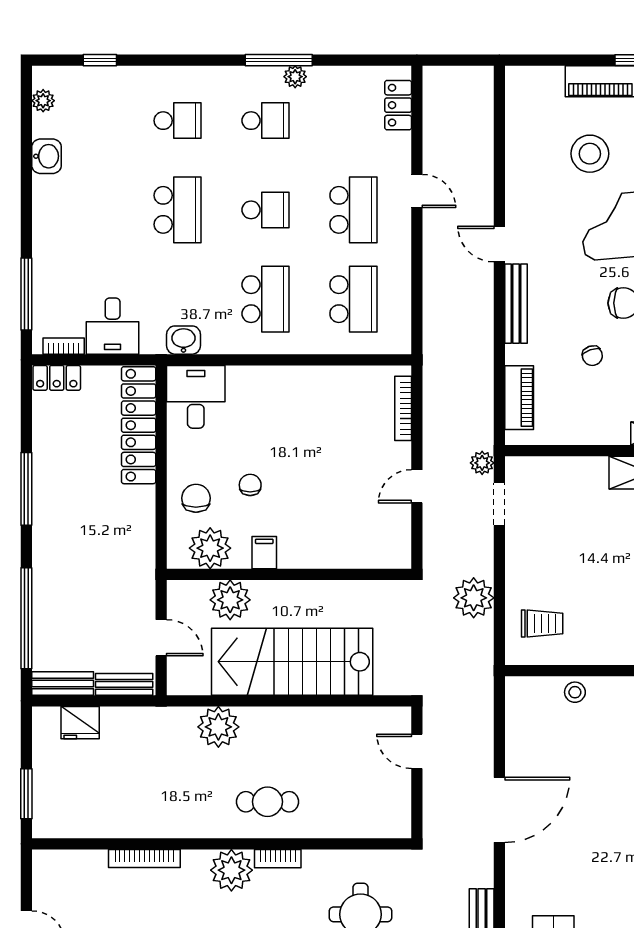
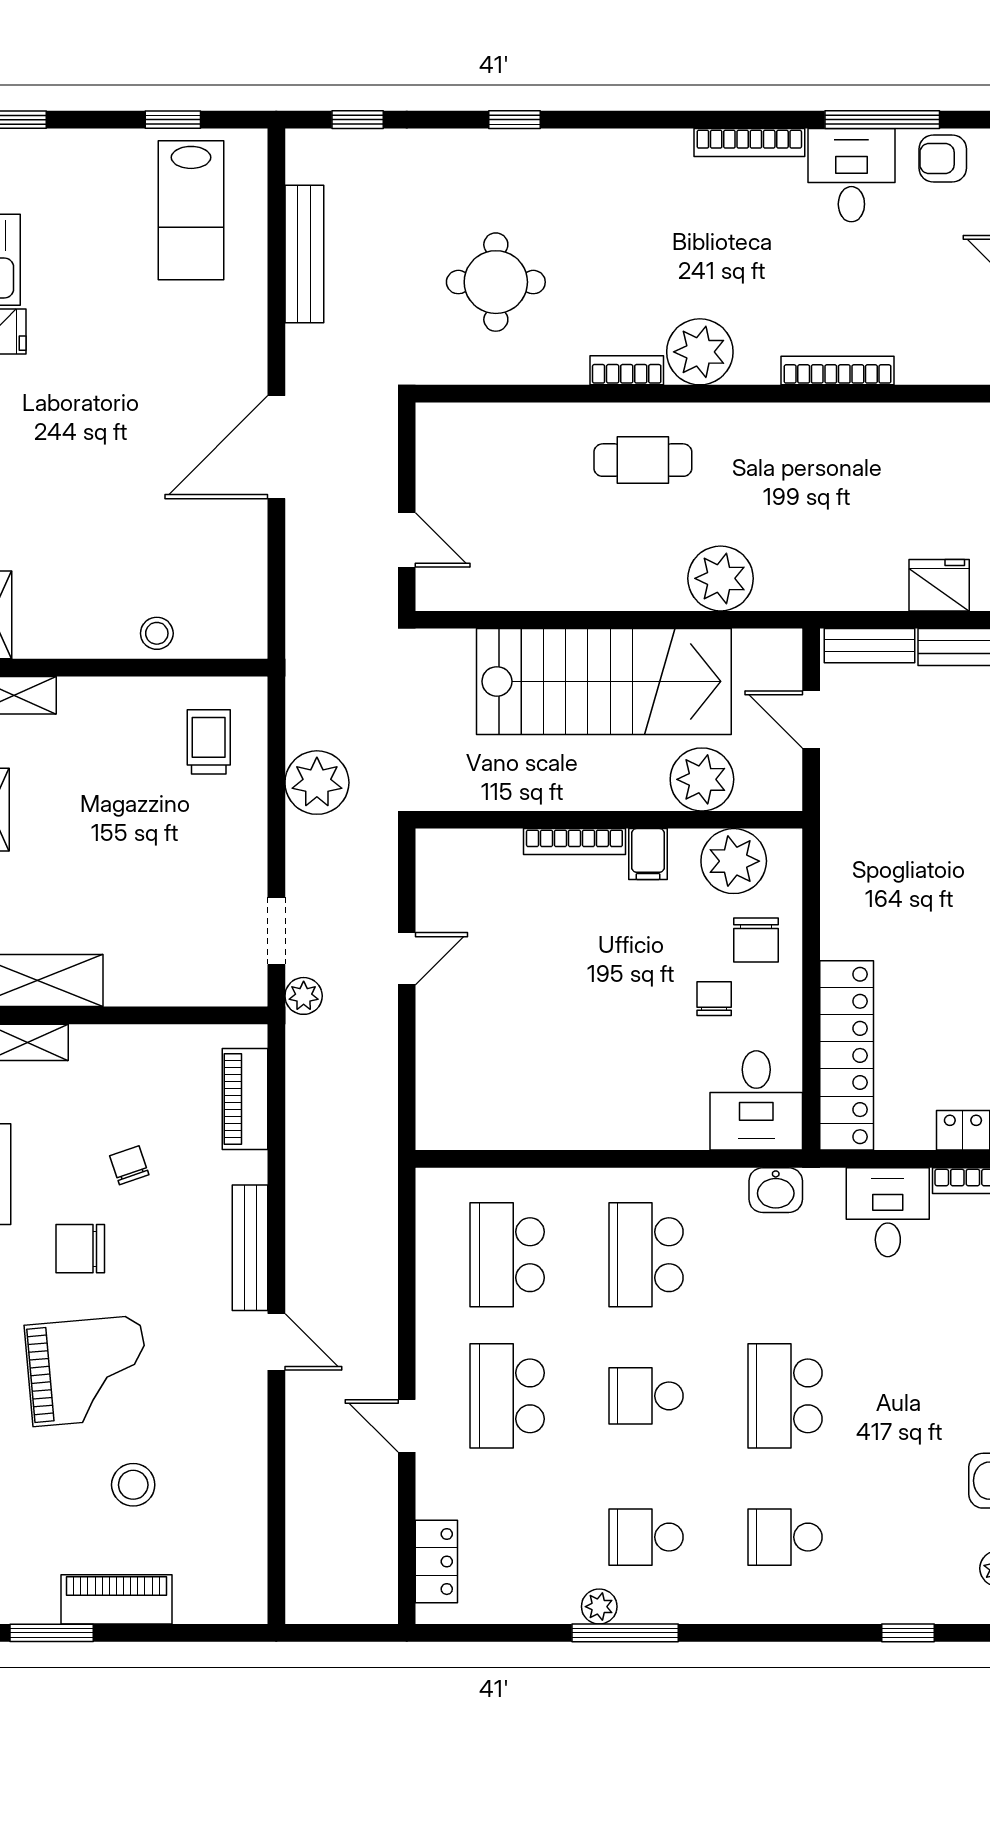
stool: (590, 154) -> (133, 1485), width x0.73, depth x0.73
bookcase: (403, 408) -> (574, 841), moved, turned 90
chair: (250, 485) -> (714, 999), moved, turned 180
trolley: (542, 623) -> (209, 742), turned 90

